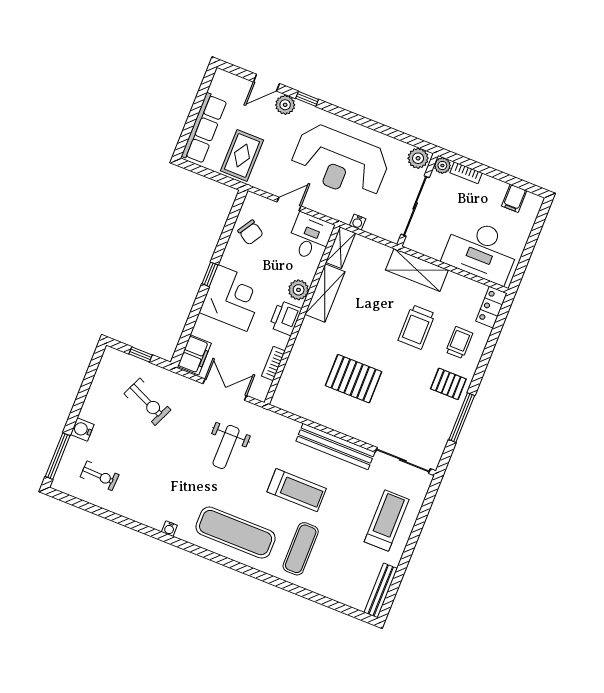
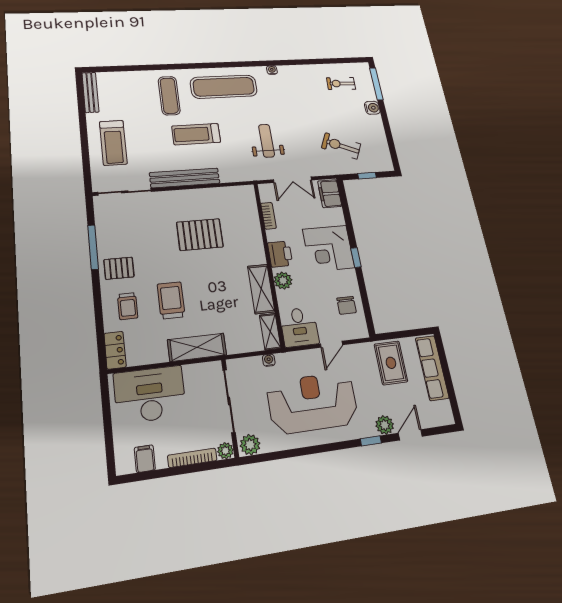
bookcase: (466, 173) -> (192, 458), width x1.56
chair: (250, 232) -> (346, 305), turned -122

